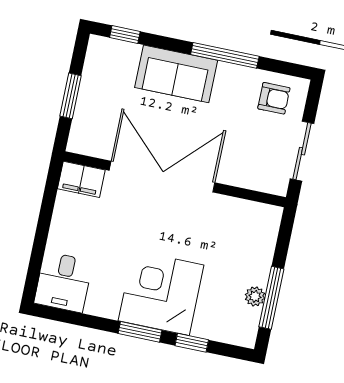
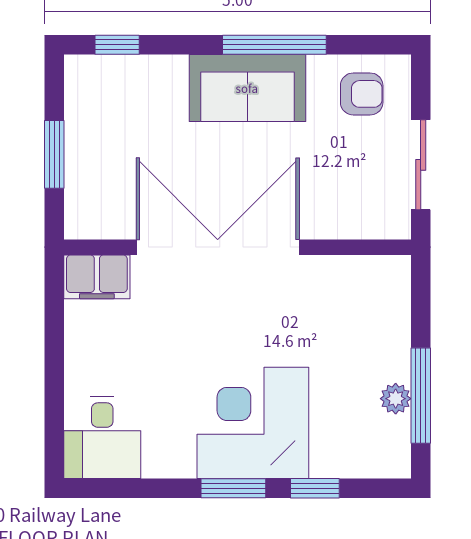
sofa: (176, 74) -> (247, 88), moved

